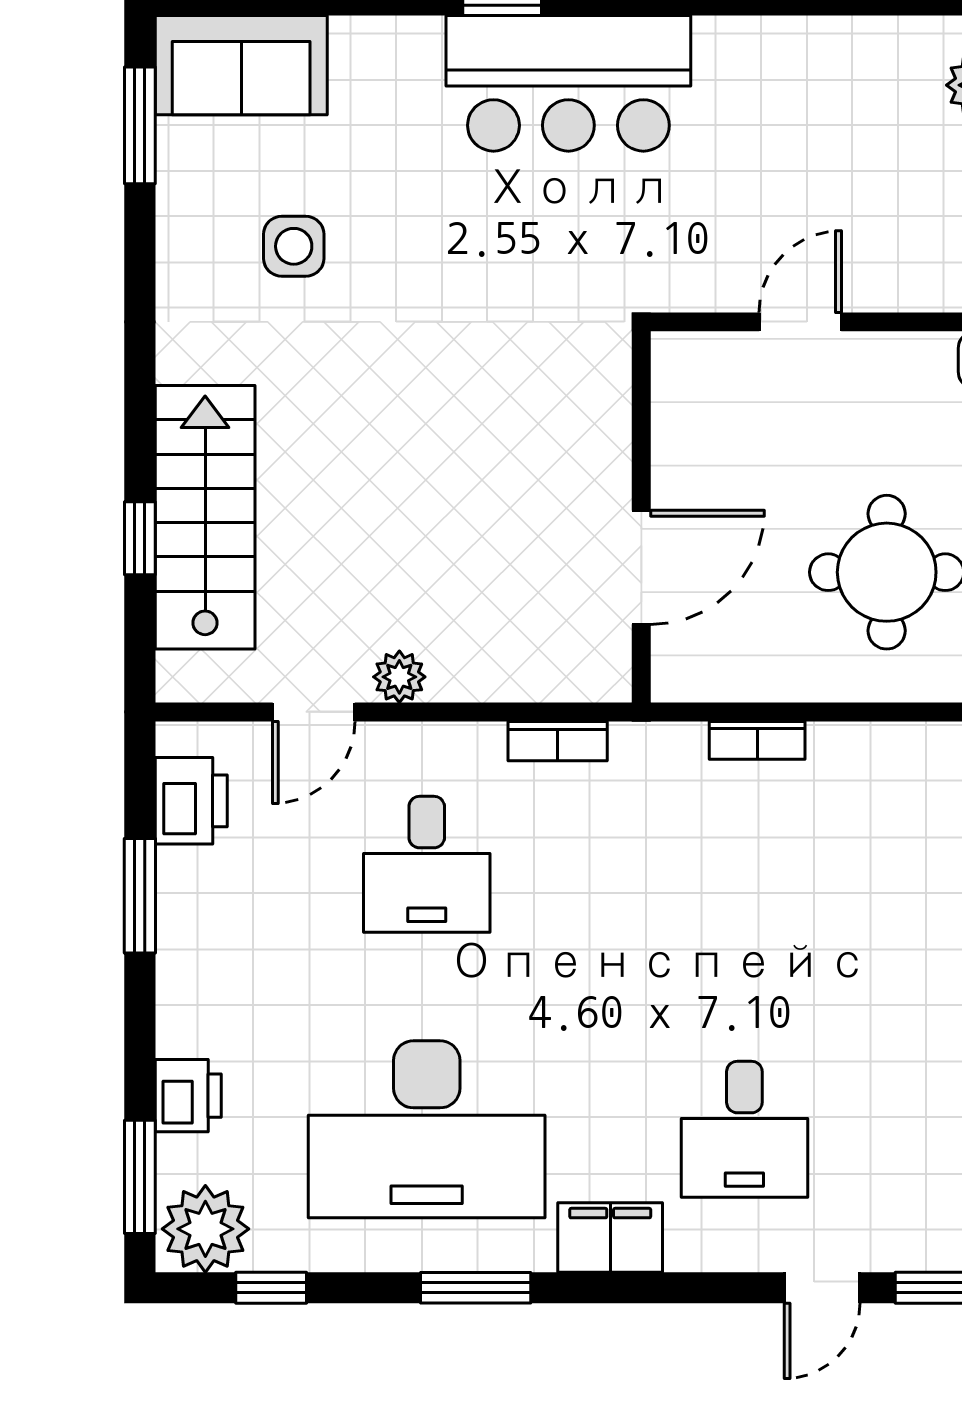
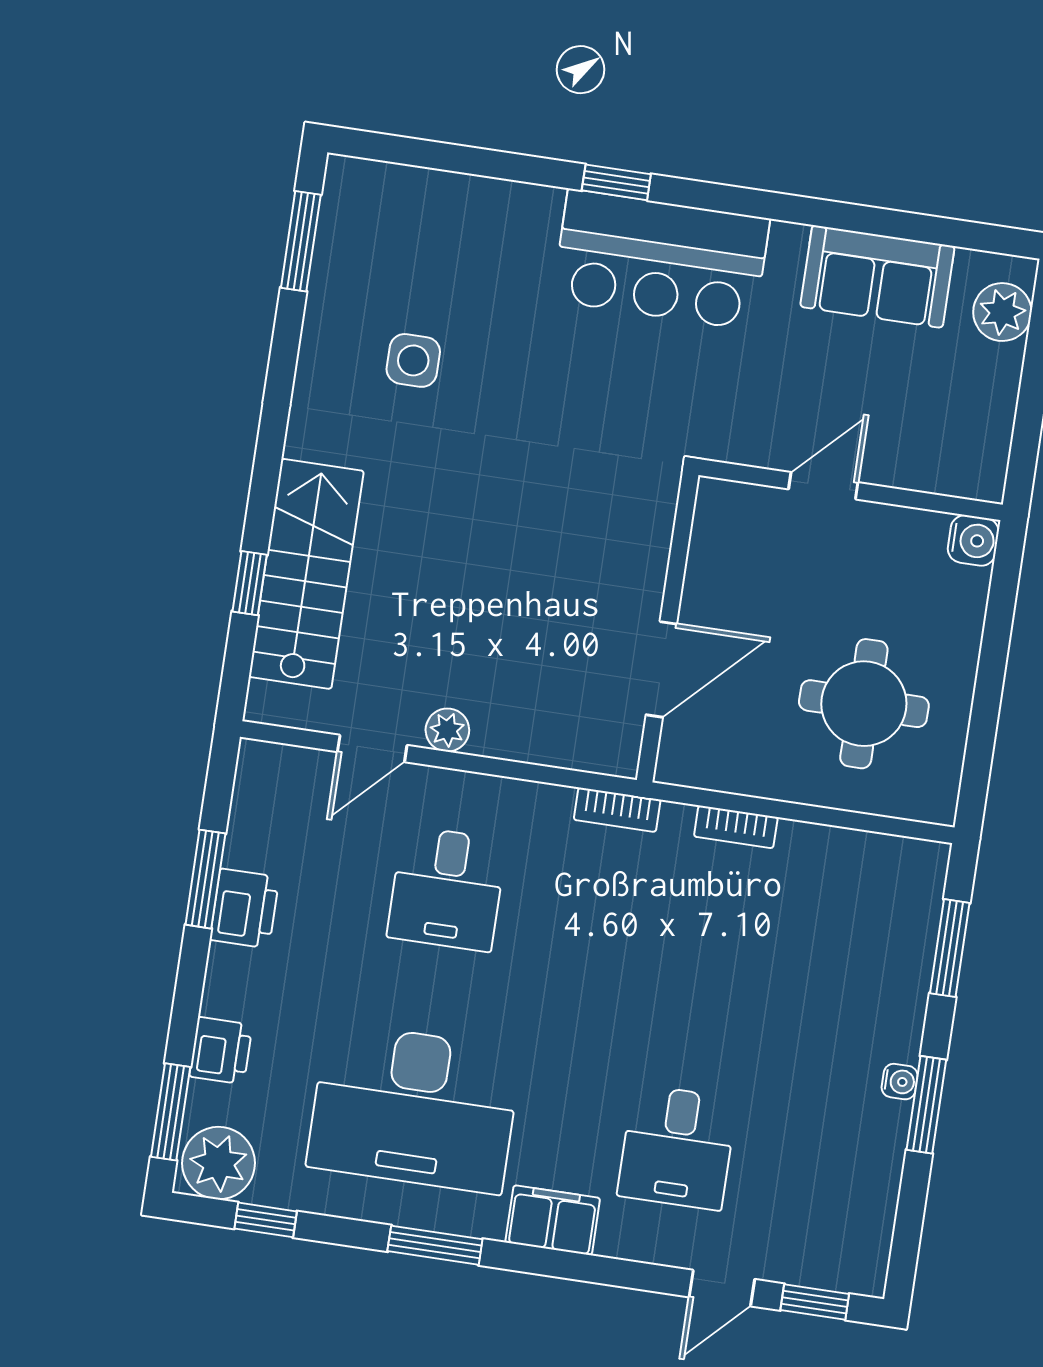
sofa: (241, 65) -> (877, 276), moved
bookcase: (558, 741) -> (617, 810), moved
printer: (191, 801) -> (245, 908), moved

